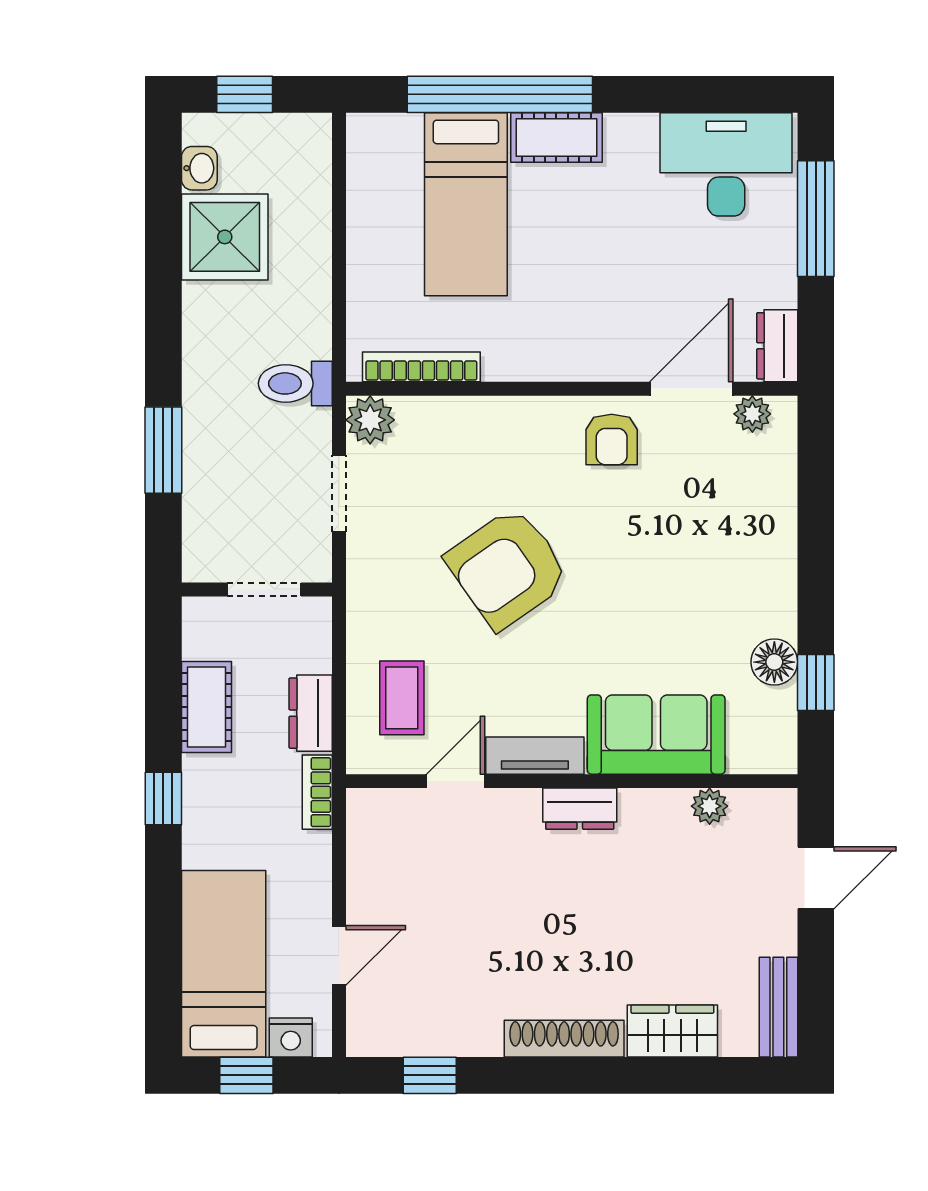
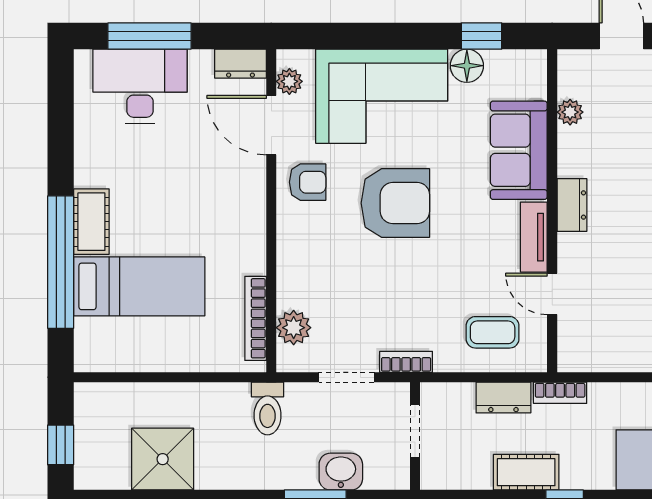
desk: (726, 164) -> (140, 86), moved, turned 90
washbasin: (199, 168) -> (341, 472), moved, width x1.38, depth x1.45
plant: (370, 420) -> (294, 328), moved
corner sofa: (732, 543) -> (382, 96), added
armchair: (508, 568) -> (395, 203), moved, turned -55
bookcase: (361, 577) -> (406, 362), added
cot: (206, 707) -> (526, 472), moved

